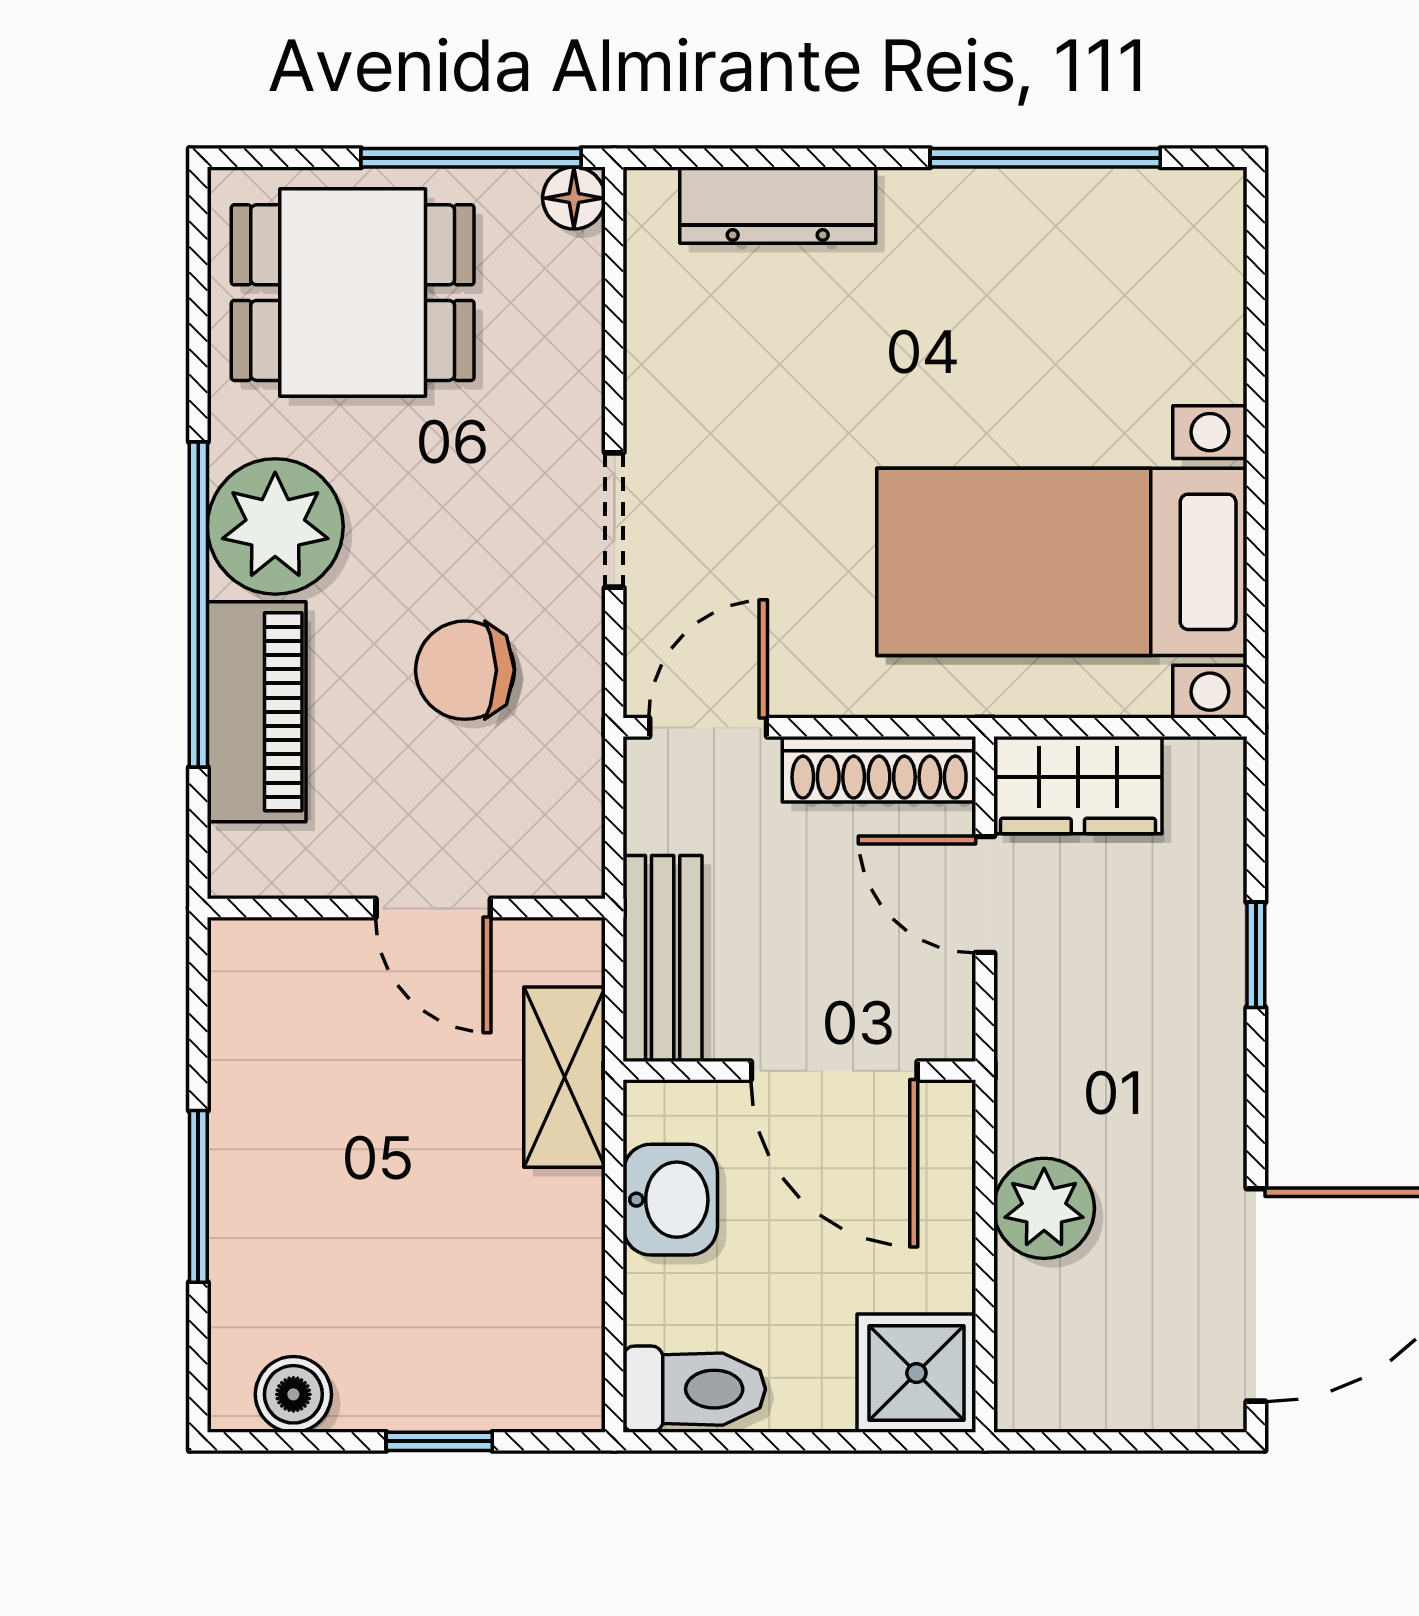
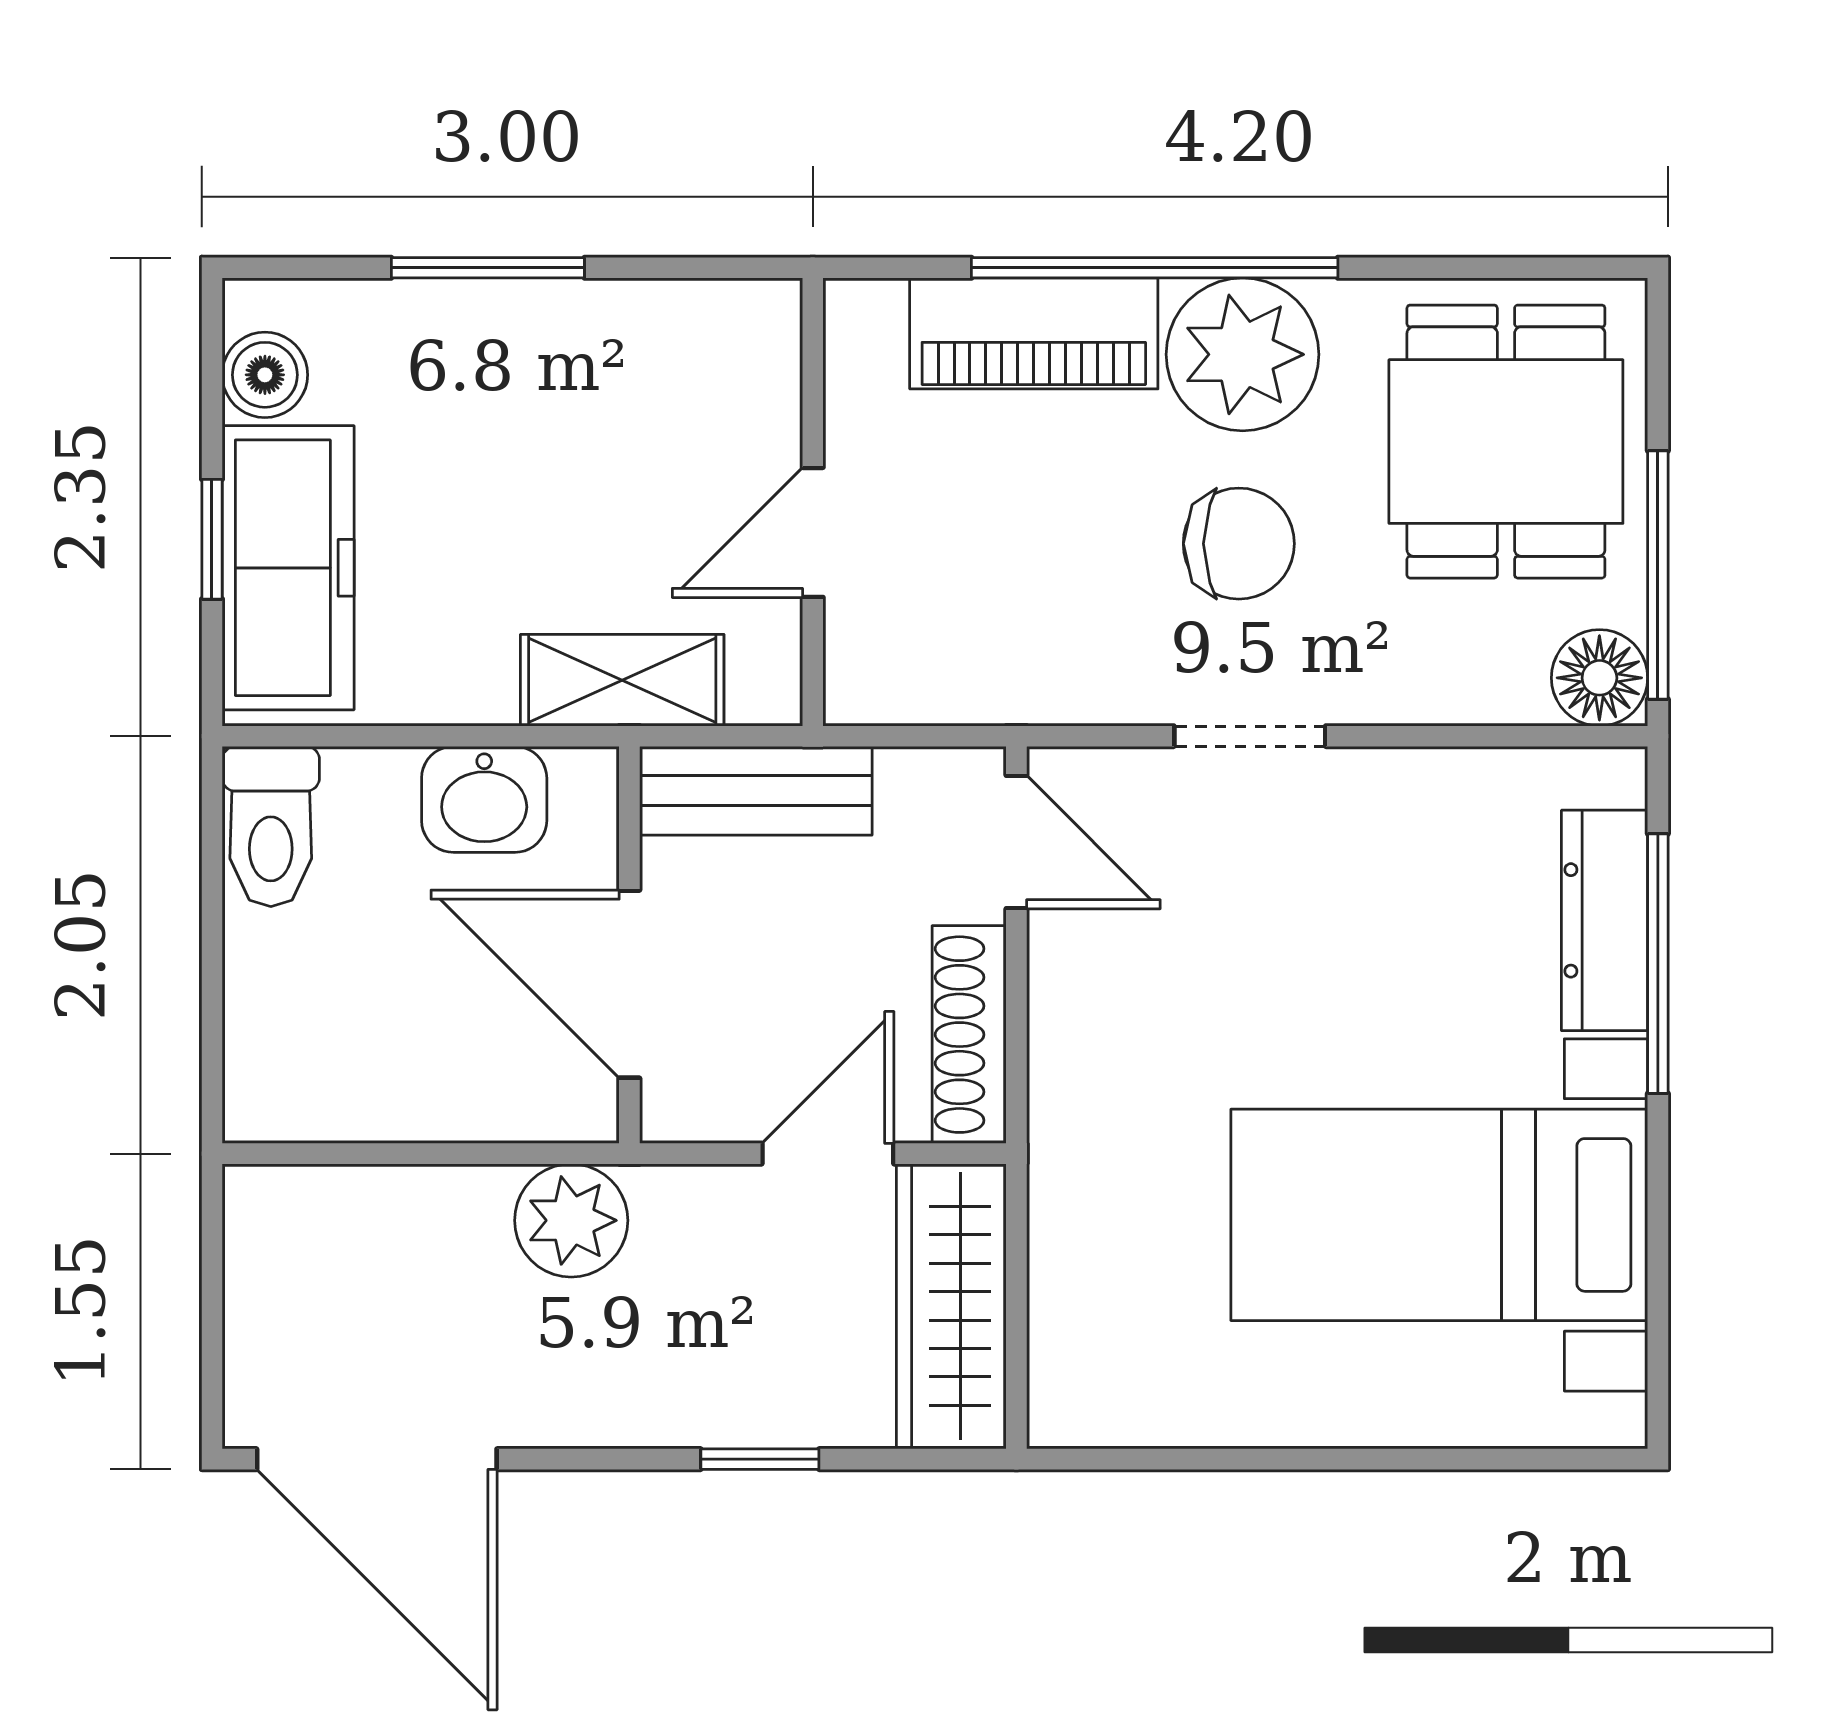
window: (1045, 158) -> (1658, 964), moved
floor lamp: (574, 198) -> (1599, 678), width x1.37, depth x1.37
bed with nightstands: (1062, 562) -> (1439, 1215), moved, turned -90
chair: (465, 670) -> (1239, 544), moved, turned 90
wardrobe: (1078, 785) -> (951, 1306), width x1.50
door: (834, 1071) -> (629, 984), hinge flipped
plant: (1044, 1208) -> (571, 1220), moved
shower: (916, 1373) -> (289, 1077), removed
freezer: (465, 1374) -> (288, 568), added

